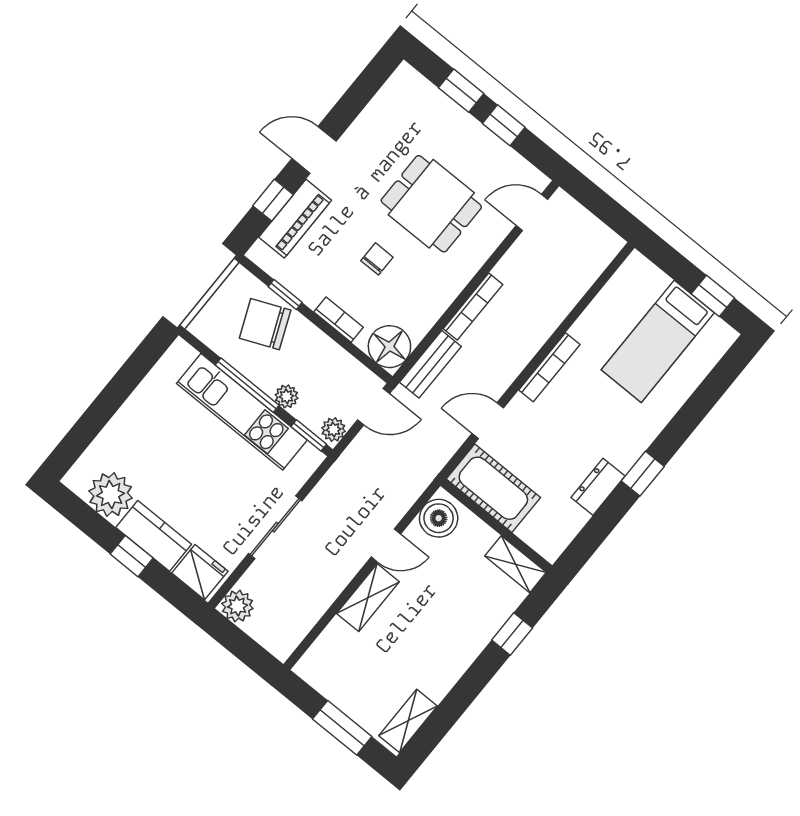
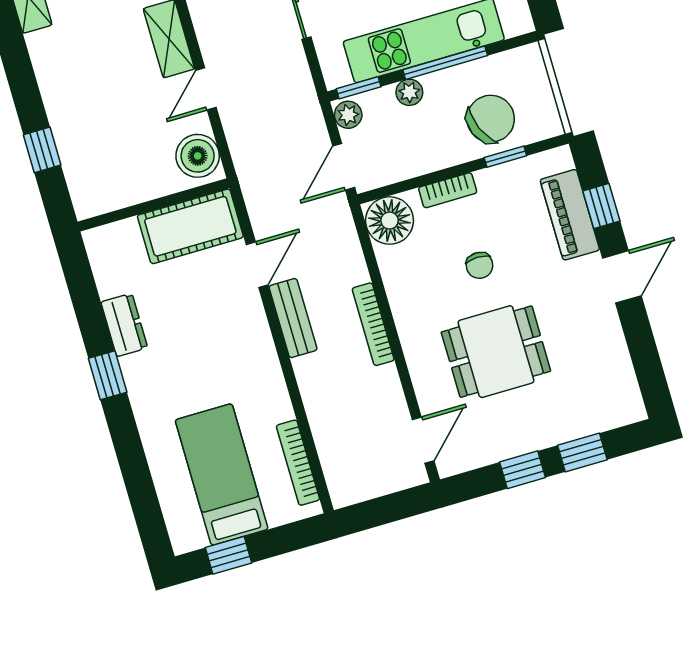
bench: (430, 364) -> (293, 318), moved
bookcase: (549, 367) -> (298, 463), moved
shelving: (516, 564) -> (105, 198), removed

